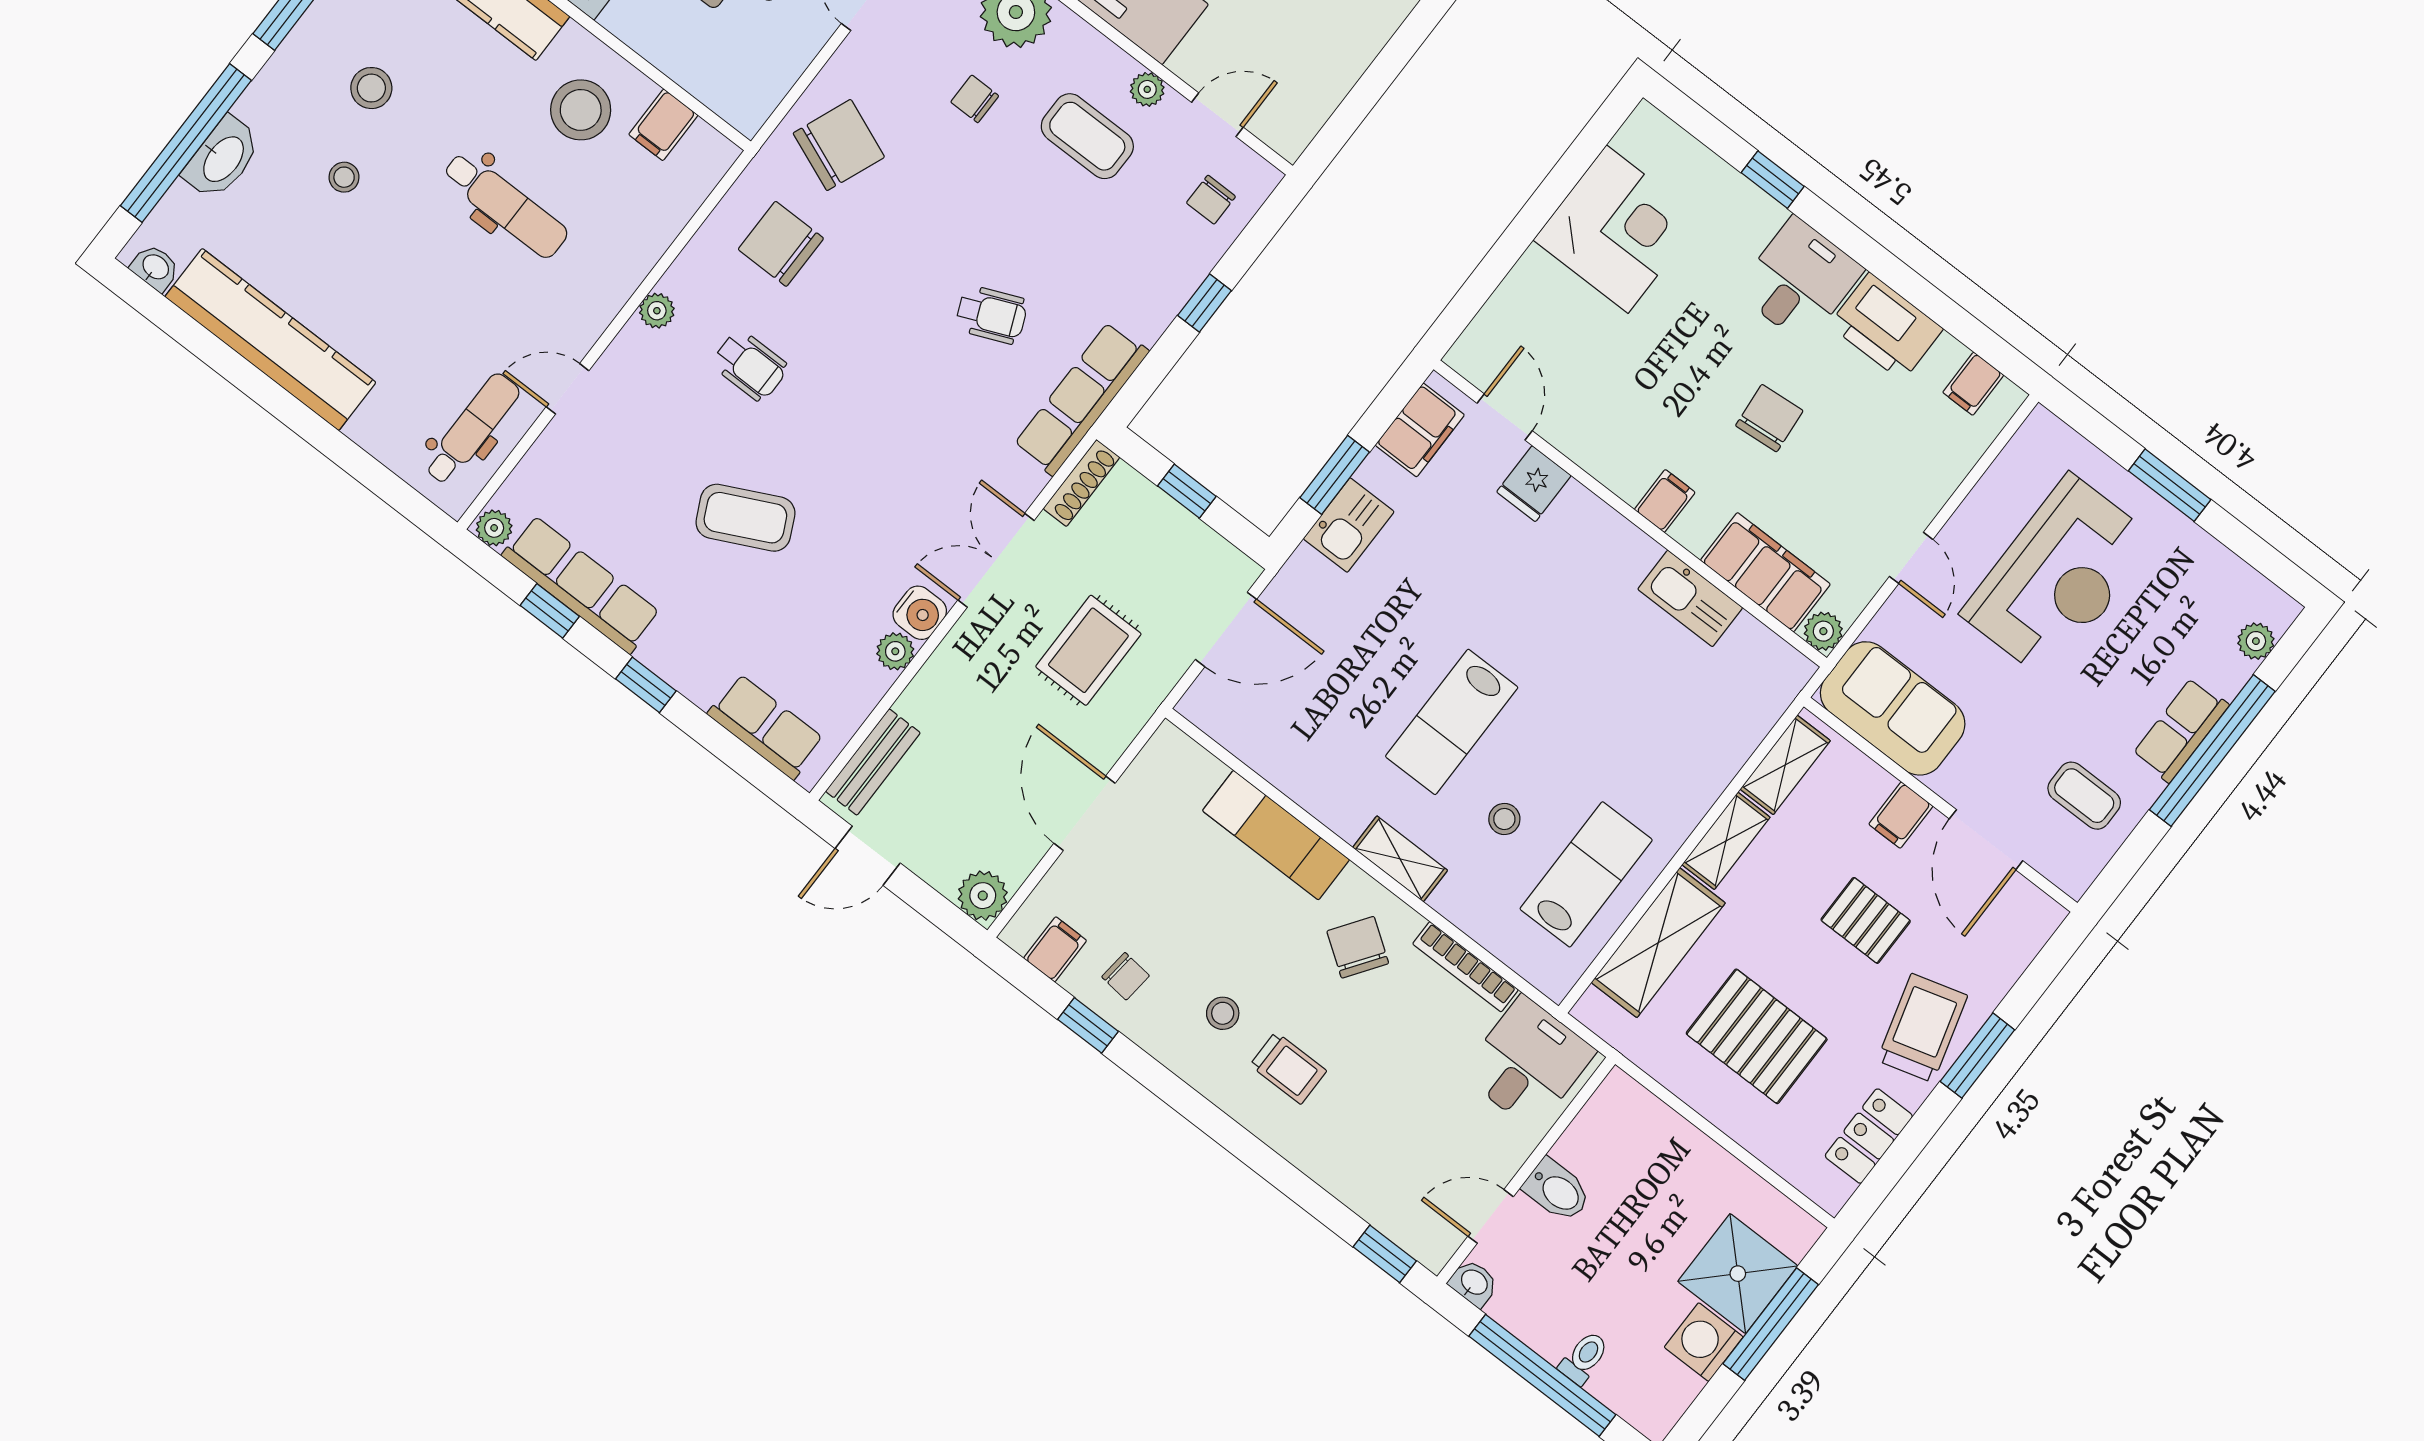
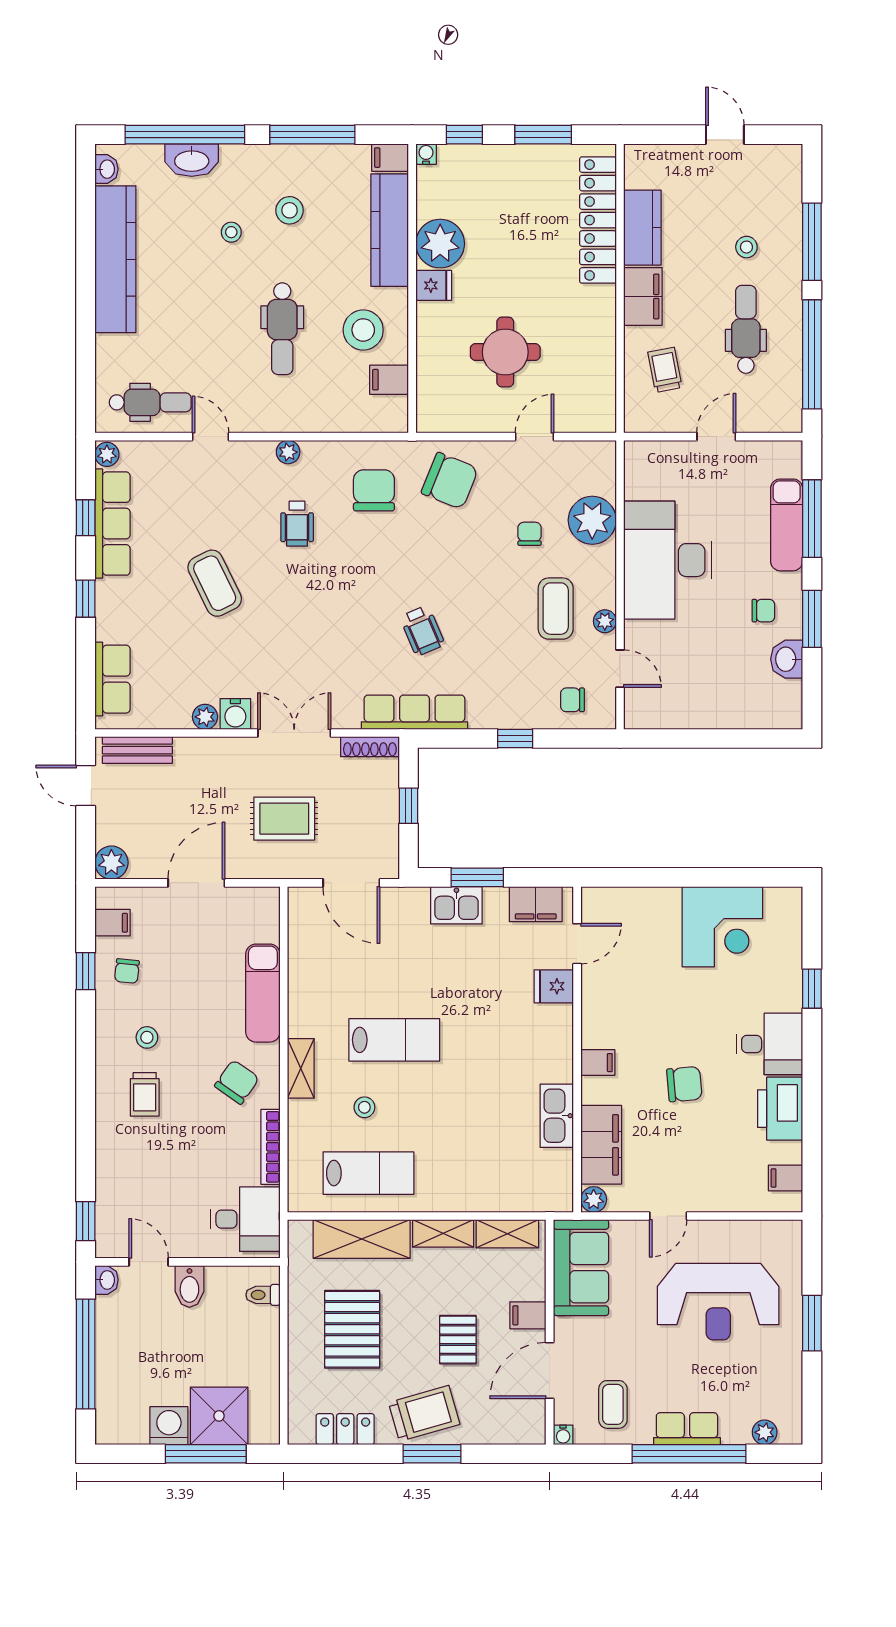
lab bench: (1452, 722) -> (394, 1040), turned 180
water cooler: (2075, 883) -> (563, 1435), added
toilet: (1584, 1358) -> (263, 1295), moved, turned 180

